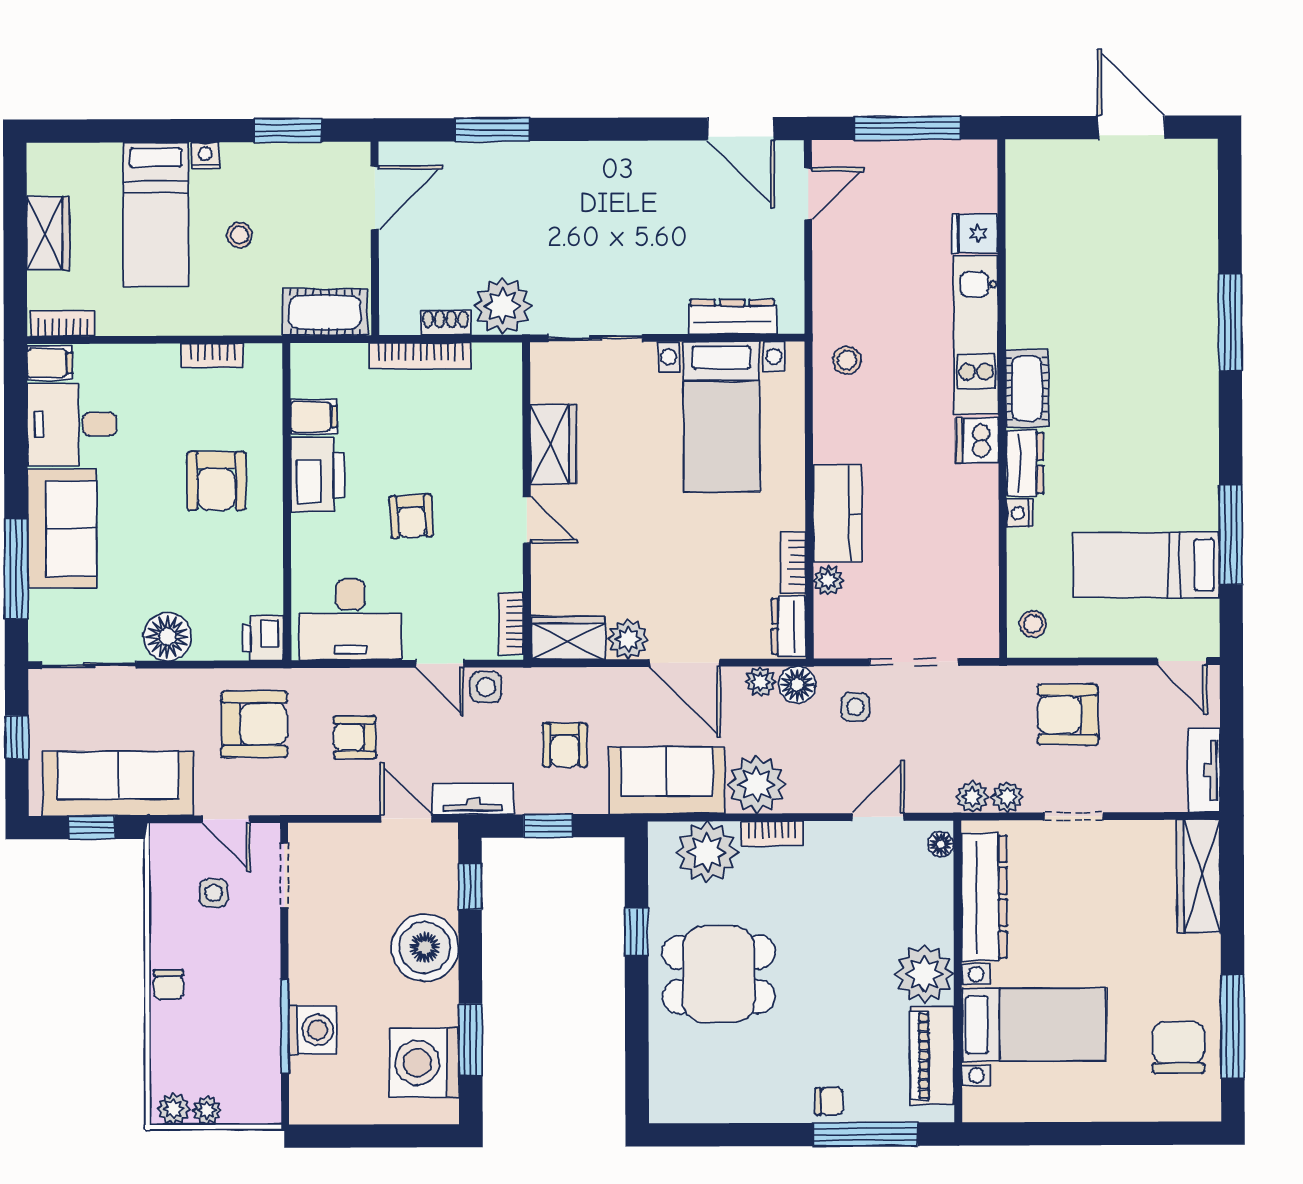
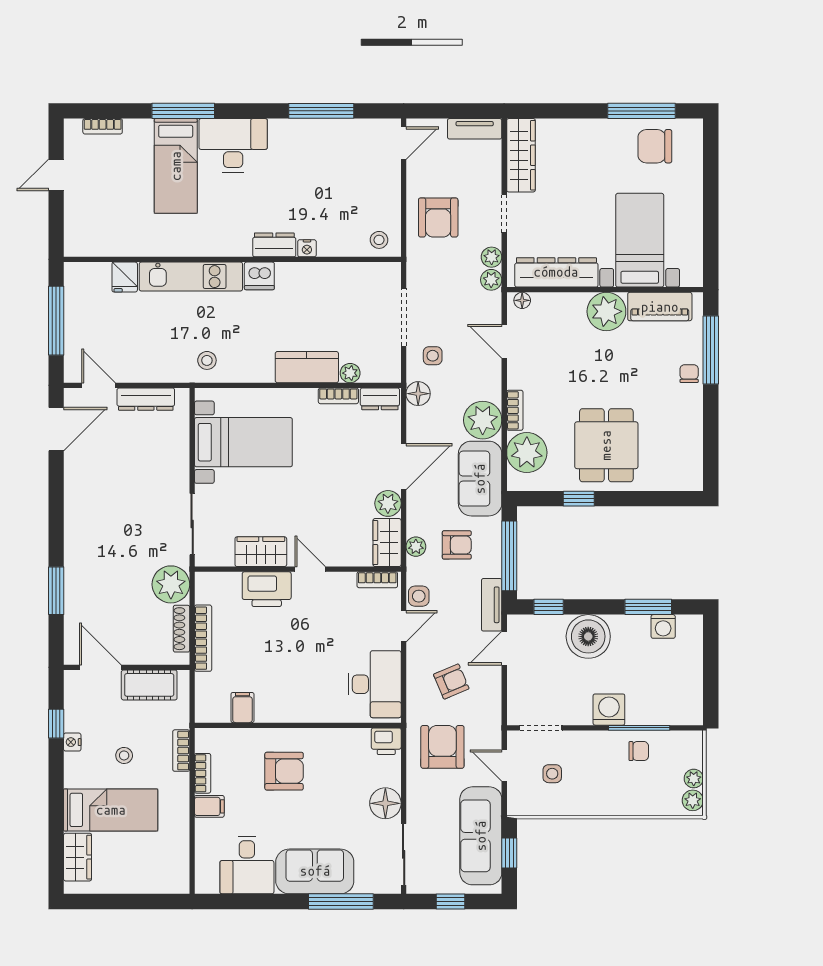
door: (1131, 127) -> (56, 175), width x0.73
window: (288, 130) -> (56, 724), width x0.67
nightstand: (205, 155) -> (72, 742), moved
bookcase: (1206, 199) -> (103, 126), added
wardrobe: (48, 233) -> (78, 857), moved, turned 90
cot: (325, 312) -> (149, 685), moved, turned 90
dresser: (732, 317) -> (146, 399), moved, turned -90
bookcase: (63, 323) -> (181, 751), moved
shoe rack: (446, 323) -> (181, 629), width x1.43
filing cabinet: (50, 363) -> (209, 806), moved, turned 90
cot: (1027, 388) -> (226, 243), removed
desk: (1178, 399) -> (233, 145), added
printer: (317, 475) -> (267, 589), moved, turned 180
armchair: (411, 516) -> (307, 644), removed
door: (527, 520) -> (310, 569), hinge flipped
bed: (1147, 565) -> (176, 166), moved
plant: (760, 682) -> (416, 547), moved
armchair: (355, 737) -> (451, 682), turned -113
door: (226, 819) -> (504, 766), swing flipped
window: (548, 826) -> (509, 556), width x2.17
wardrobe: (1199, 876) -> (521, 155), moved, turned -90
chair: (168, 984) -> (639, 751), moved
washing machine: (313, 1030) -> (609, 710), moved
washing machine: (424, 1063) -> (663, 626), width x0.53, depth x0.53

